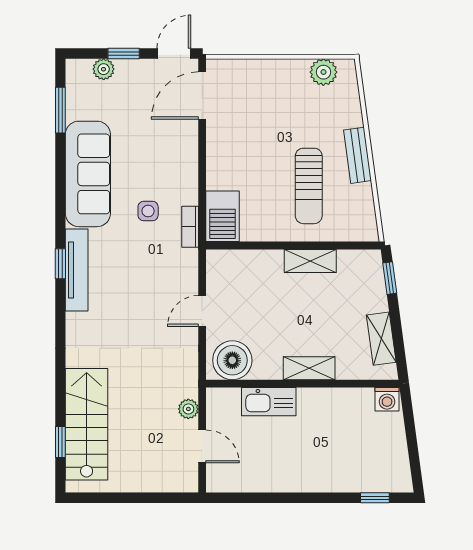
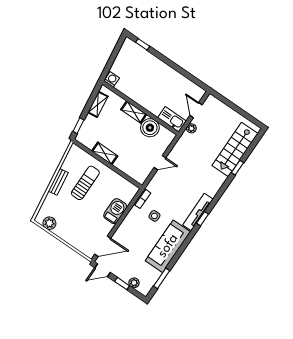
barbecue: (223, 216) -> (115, 211), moved
boiler: (232, 360) -> (150, 128), moved
kitchen sink: (269, 402) -> (172, 119), moved
window: (60, 442) -> (237, 168), moved

